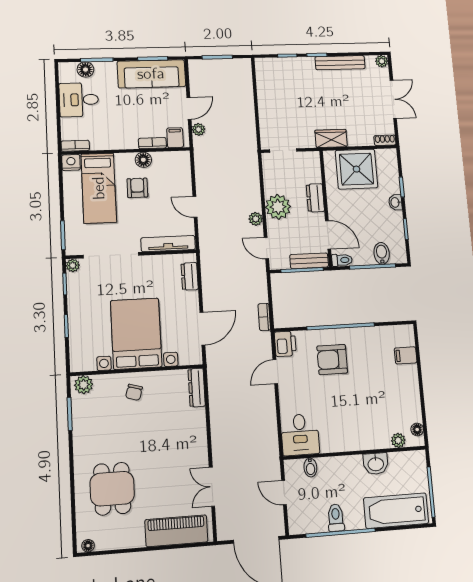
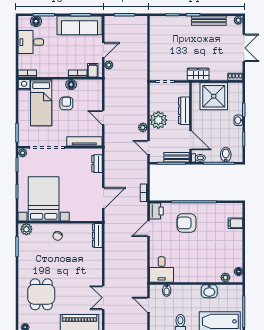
dresser: (315, 198) -> (184, 111), width x1.44
bed with nightstands: (136, 334) -> (44, 199), moved

